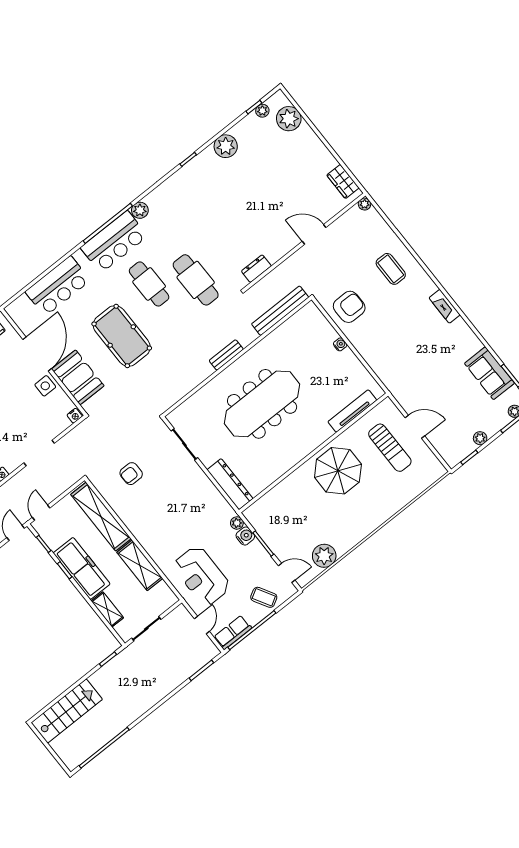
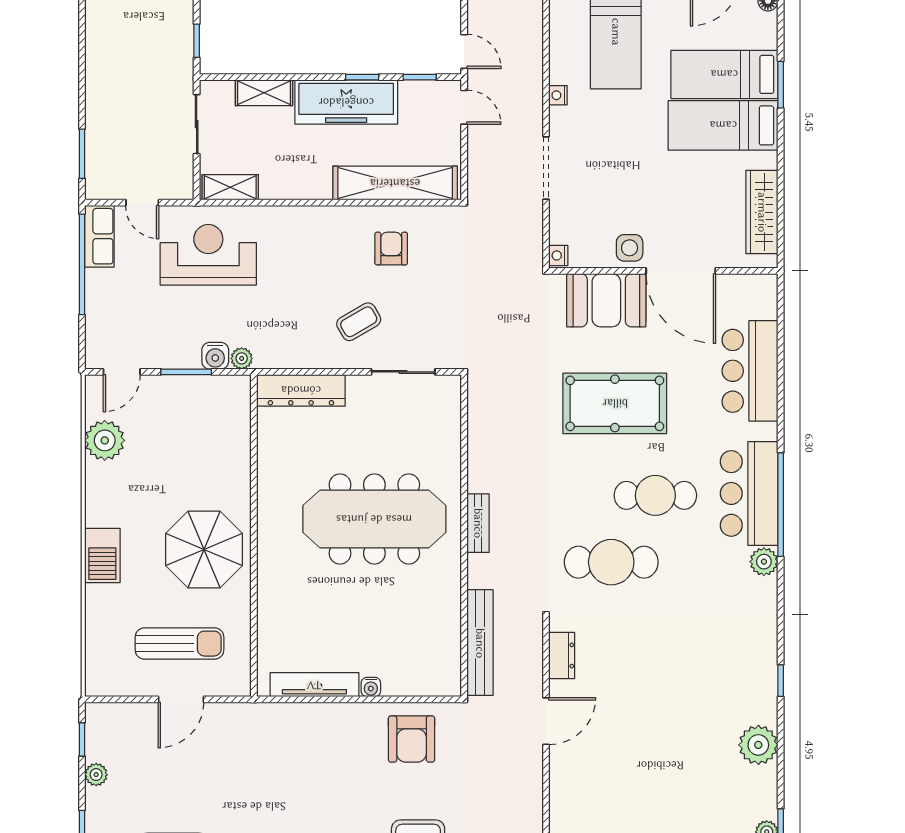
door: (314, 234) -> (546, 721), moved
meeting table: (262, 404) -> (374, 519), turned 90
tv unit: (352, 411) -> (314, 685), moved, turned -90
sun lounger: (390, 448) -> (180, 644), turned 180
armchair: (131, 474) -> (391, 249), moved
barbecue: (378, 515) -> (102, 556), added
shelving: (140, 565) -> (230, 187), moved, width x0.67, depth x0.75
coffee table: (264, 597) -> (359, 322), moved

